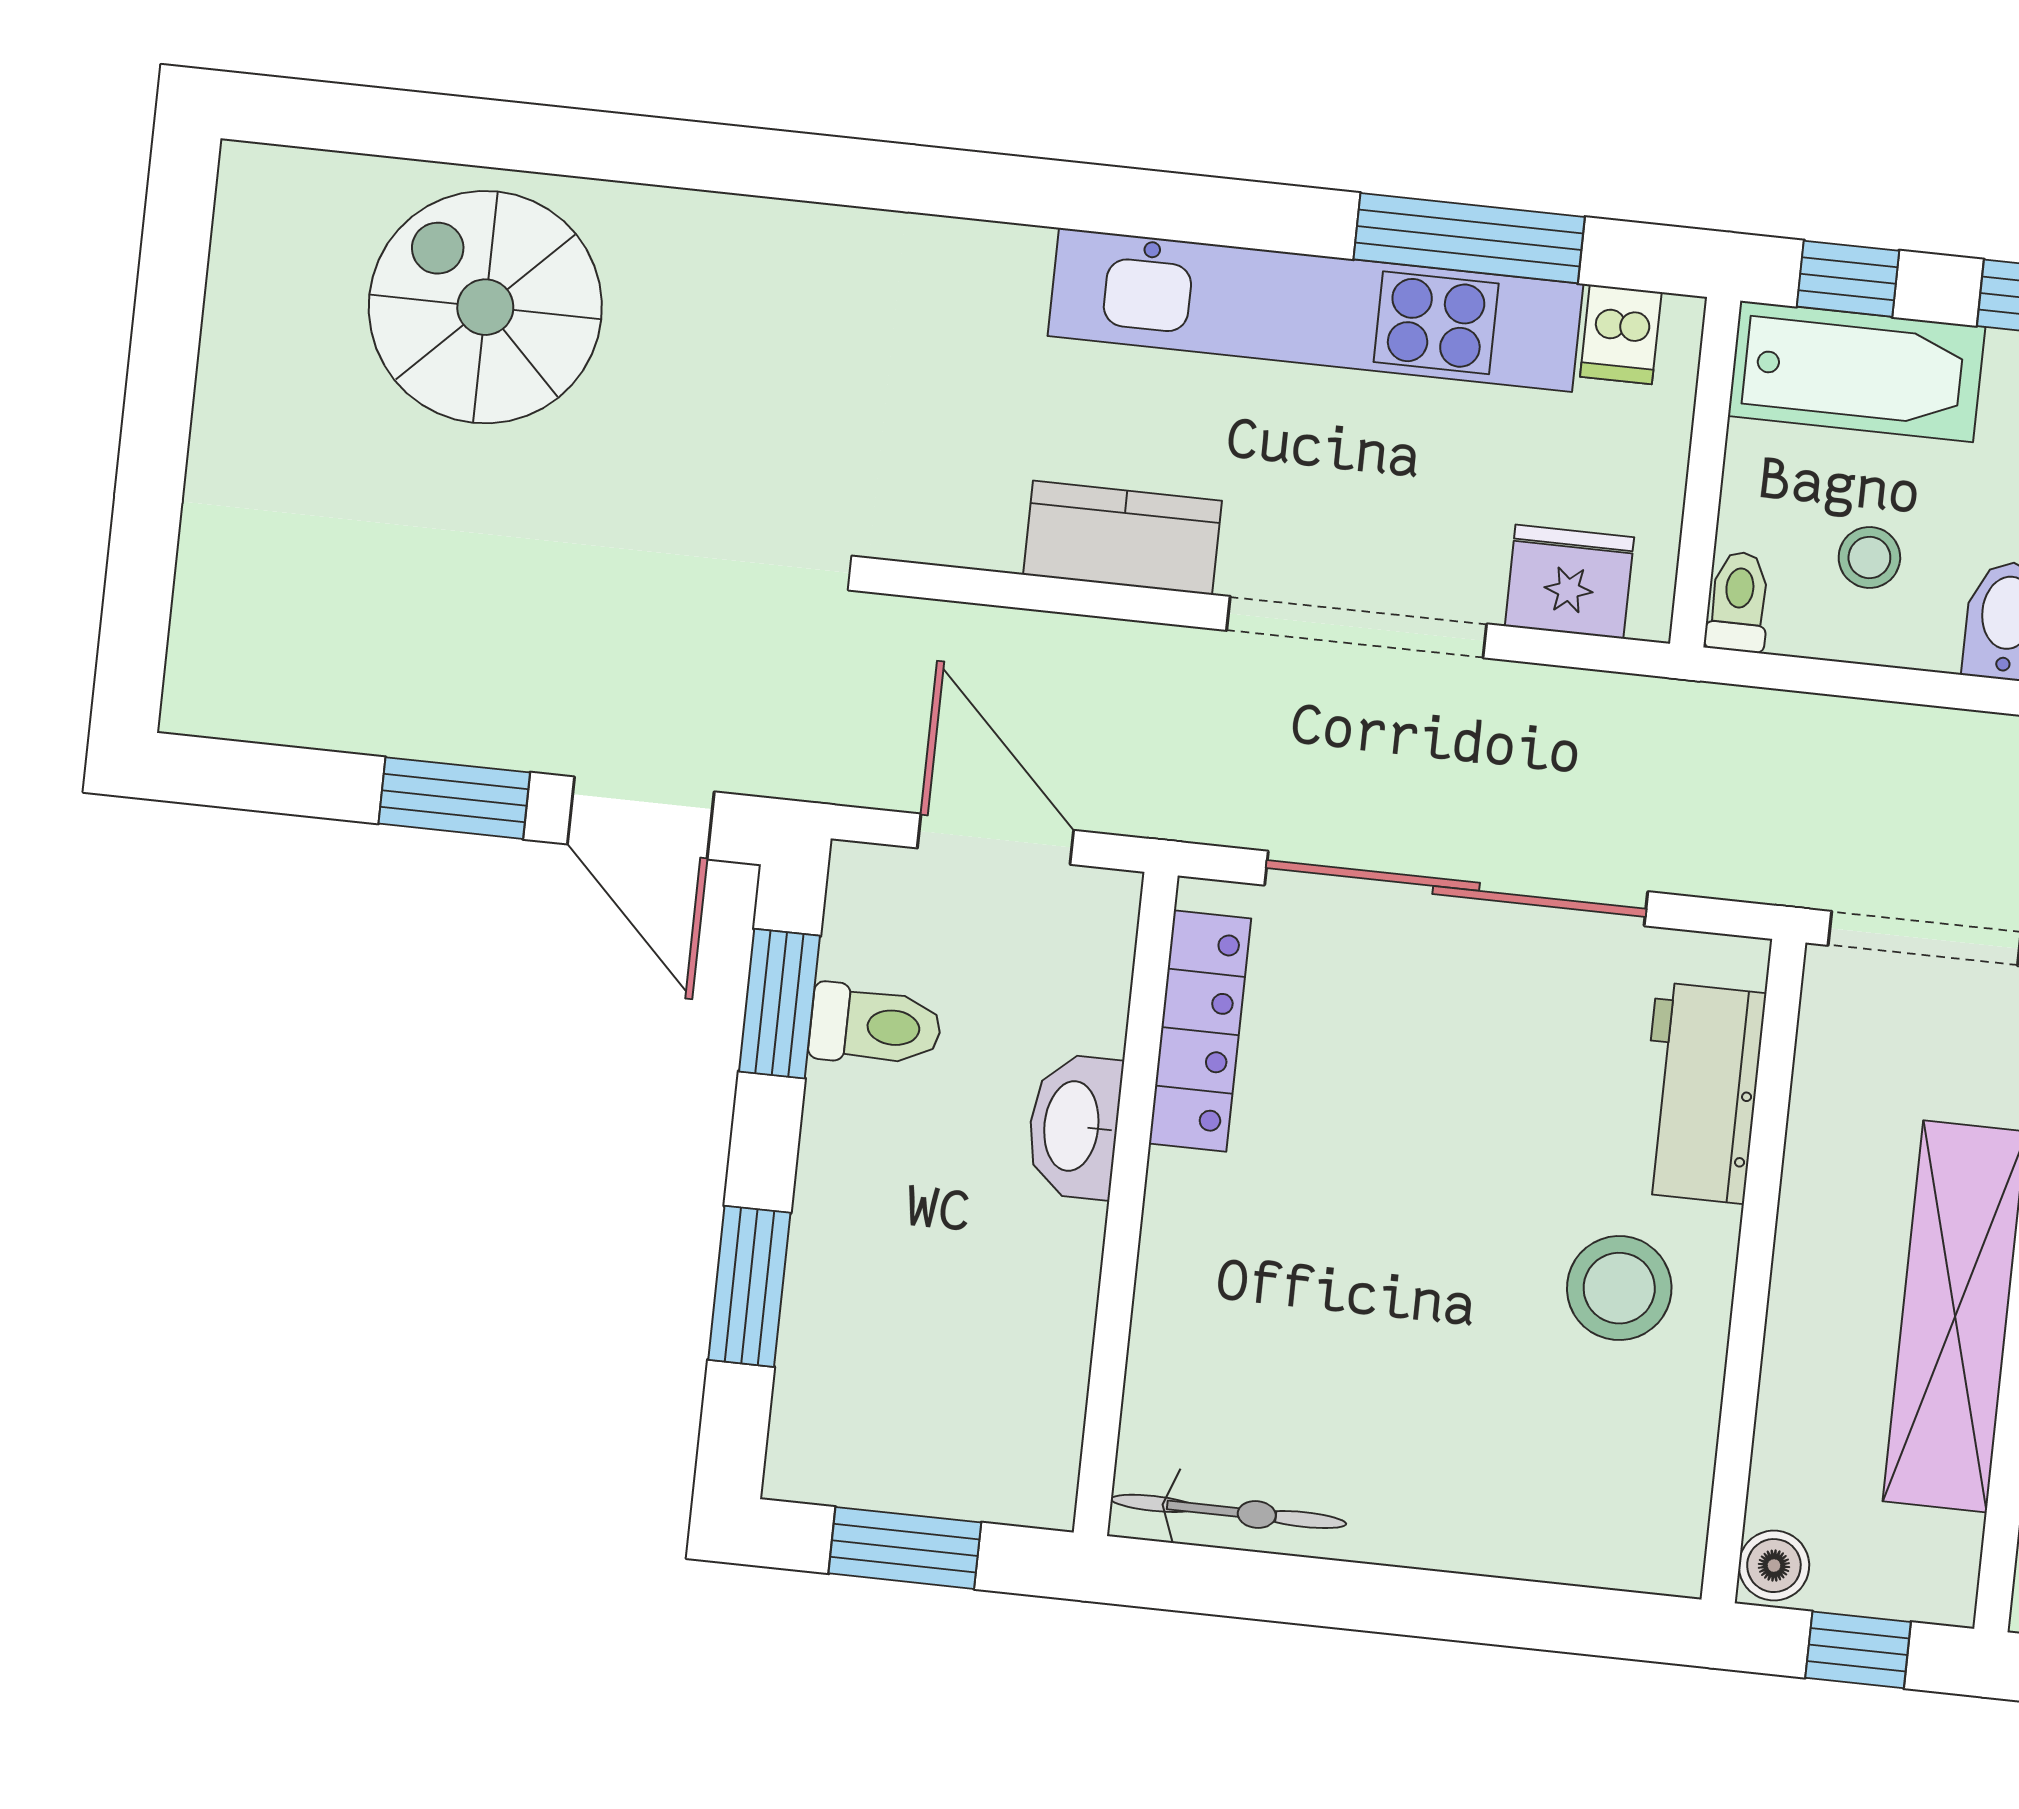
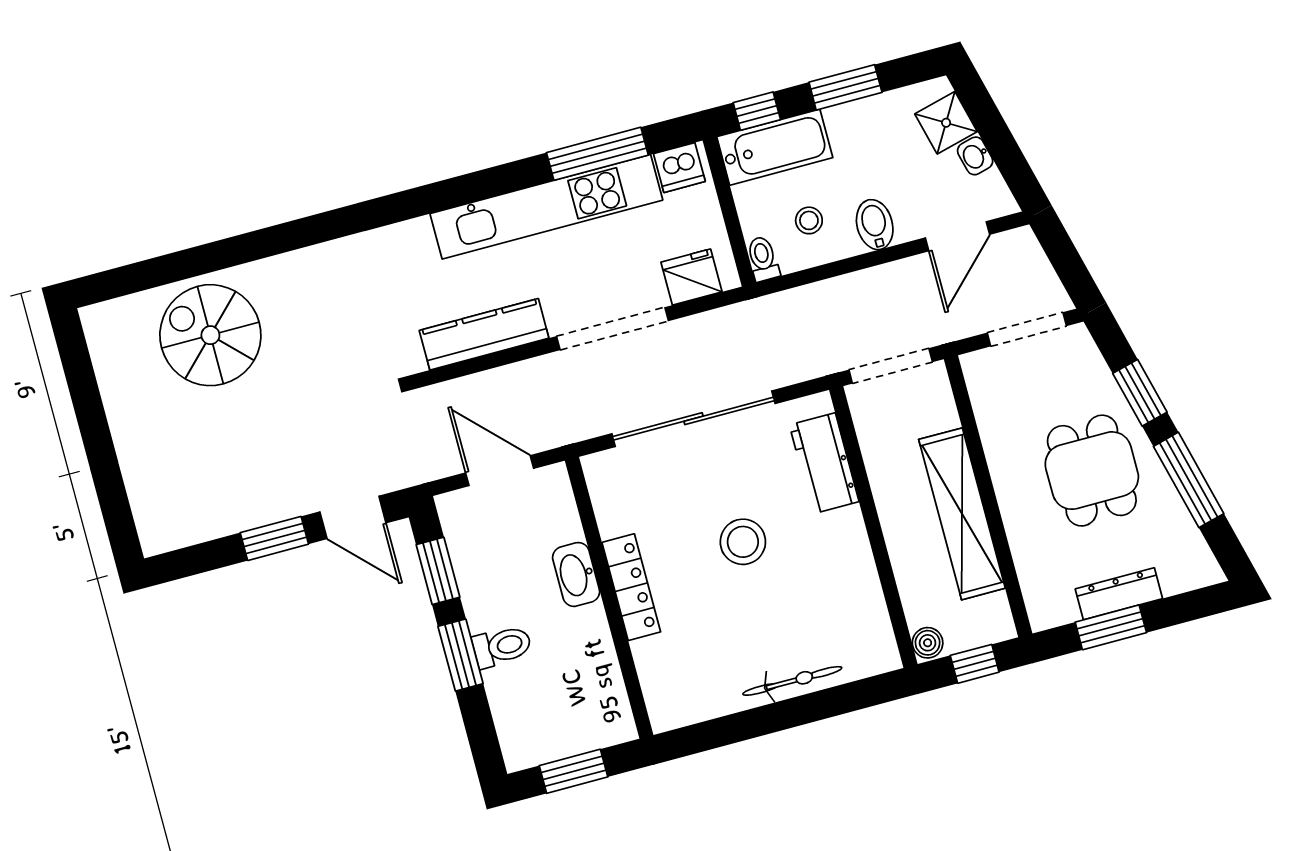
dishwasher: (1621, 334) -> (679, 168), width x1.38
kitchen counter: (1122, 538) -> (484, 334), width x1.50
toilet: (875, 1026) -> (502, 646), moved
locker: (1200, 1031) -> (631, 587), moved
window: (749, 1286) -> (461, 655), moved
stool: (1619, 1288) -> (743, 542), moved
bicycle: (1228, 1511) -> (792, 681), moved

